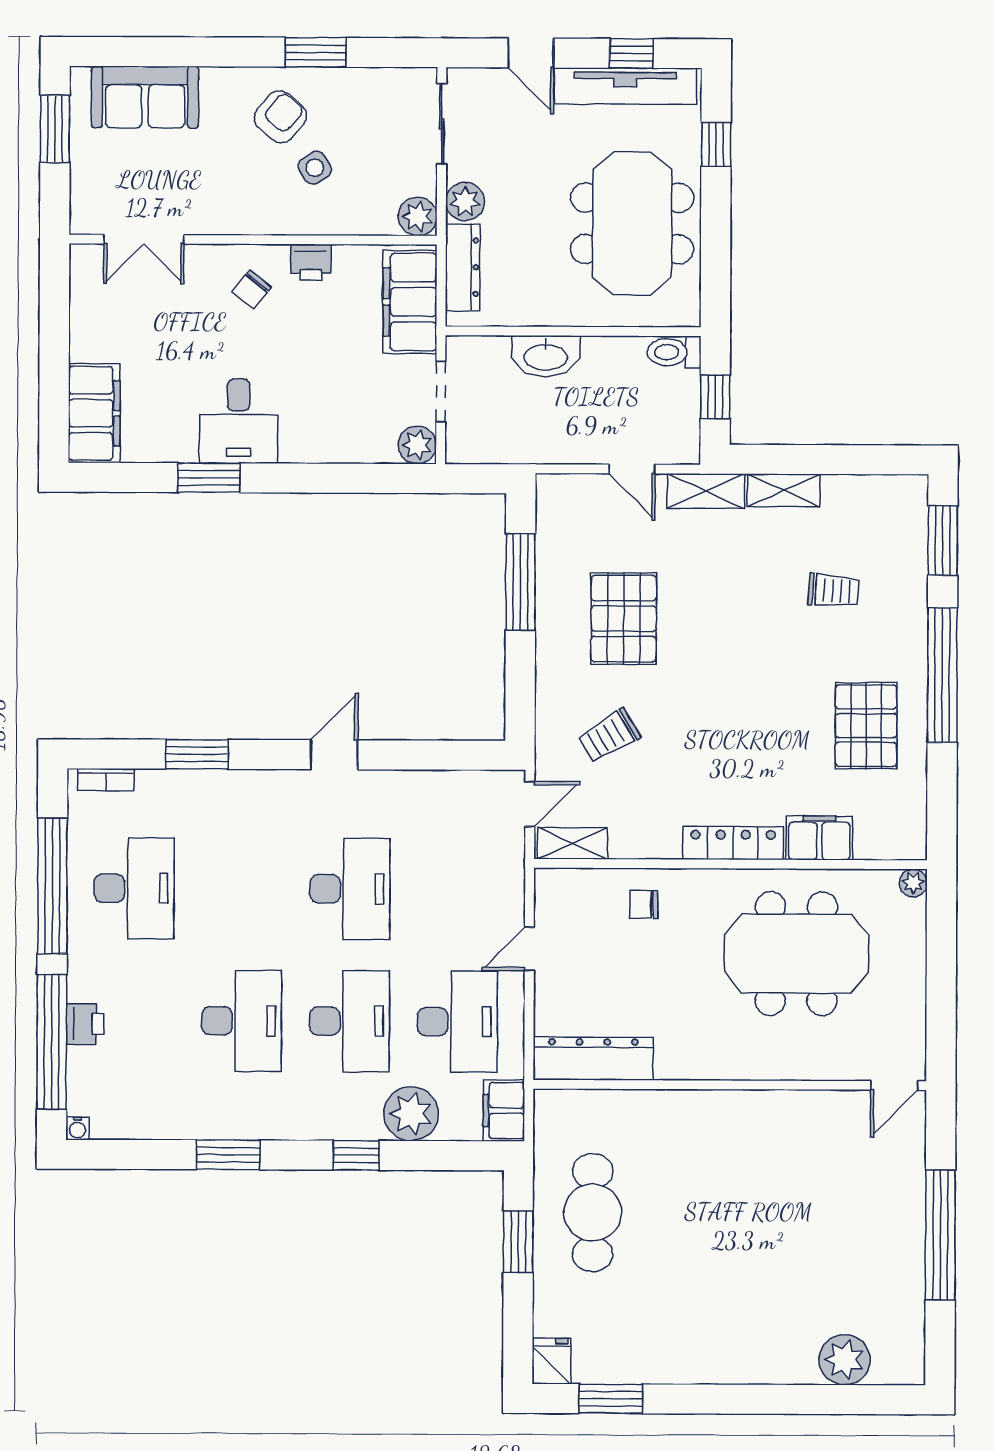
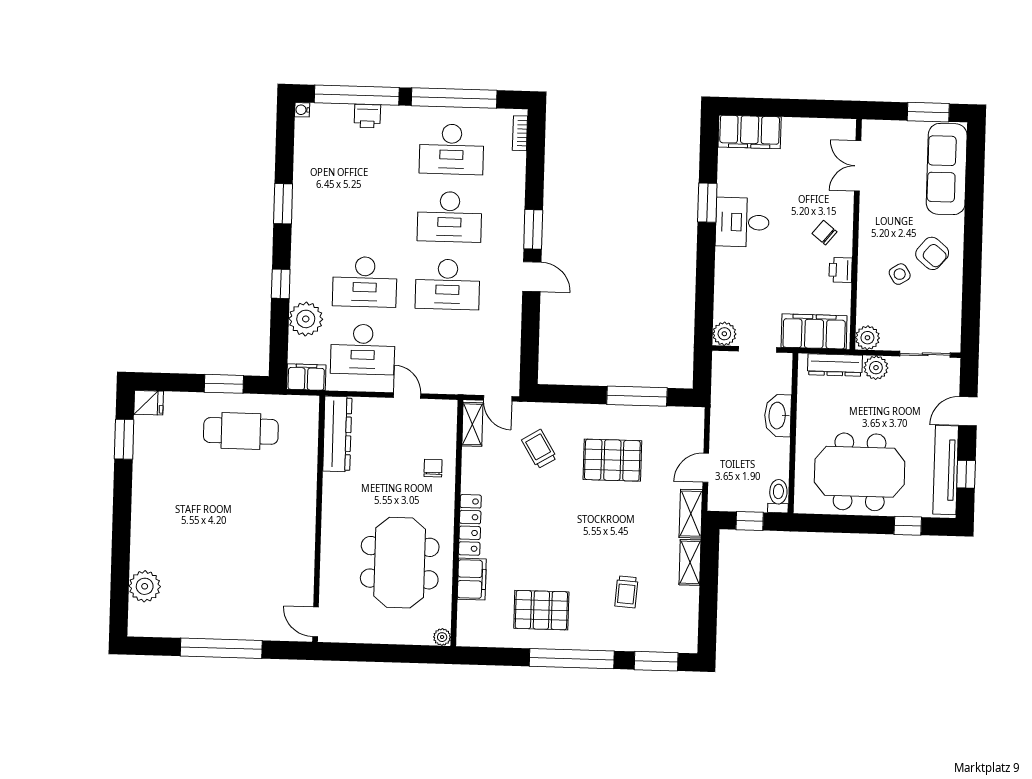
window: (316, 52) -> (972, 277), removed
sofa: (145, 97) -> (947, 169), width x1.36
window: (197, 754) -> (533, 229), moved
desk: (242, 1021) -> (450, 217), moved

